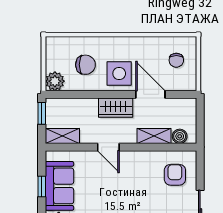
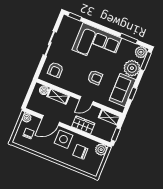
plant: (189, 83) -> (27, 118), added
door: (150, 94) -> (51, 120), hinge flipped
wardrobe: (116, 108) -> (83, 125), moved
door: (108, 147) -> (86, 101), swing flipped
armchair: (109, 188) -> (95, 78), added

